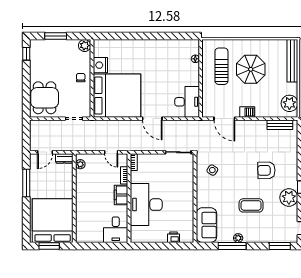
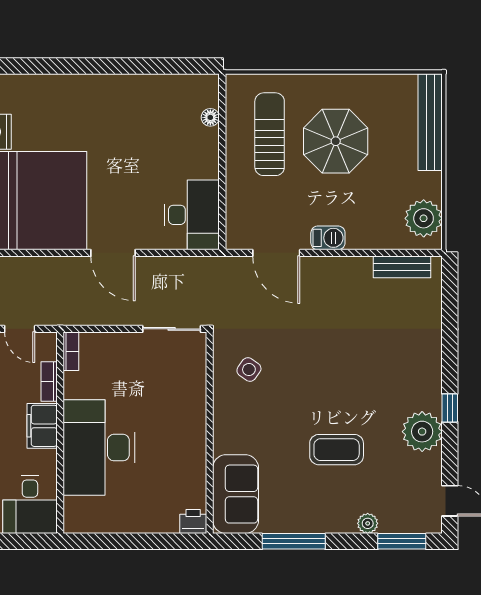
armchair: (266, 170) -> (371, 370), removed
printer: (174, 237) -> (193, 522), moved
plant: (238, 238) -> (368, 523), moved

